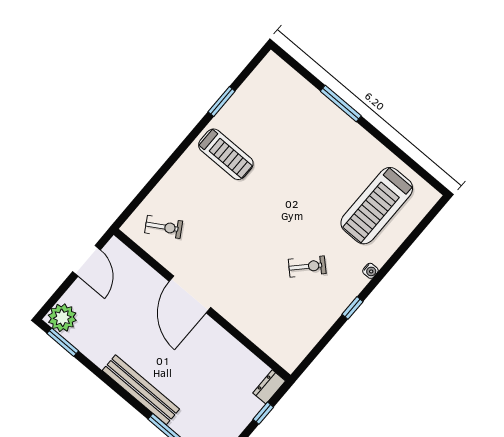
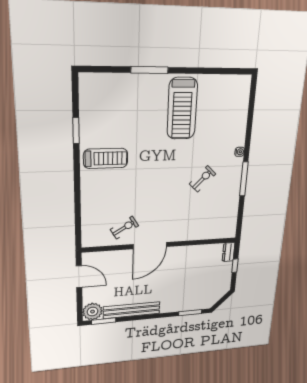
treadmill: (377, 206) -> (182, 109), moved
exercise bike: (164, 227) -> (124, 228), moved
door: (190, 294) -> (150, 246), hinge flipped
window: (353, 308) -> (244, 179), width x2.17
bench: (141, 390) -> (132, 310), moved

